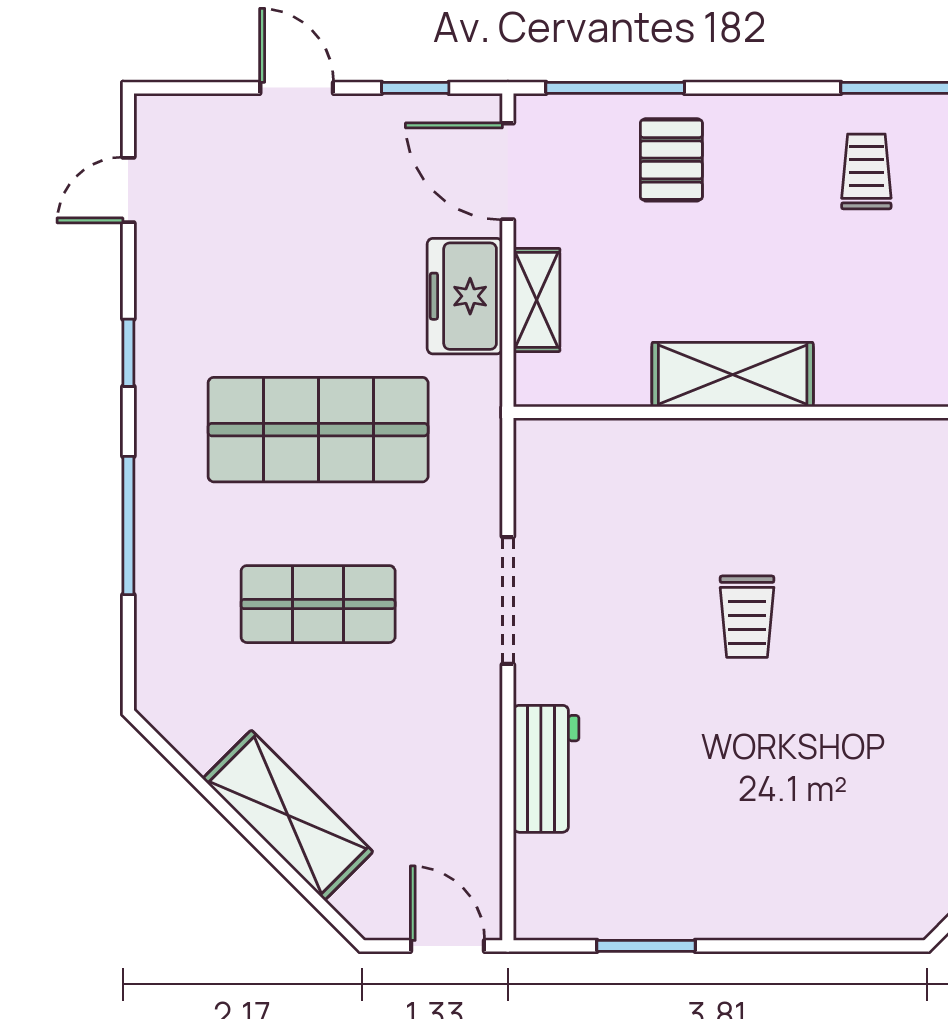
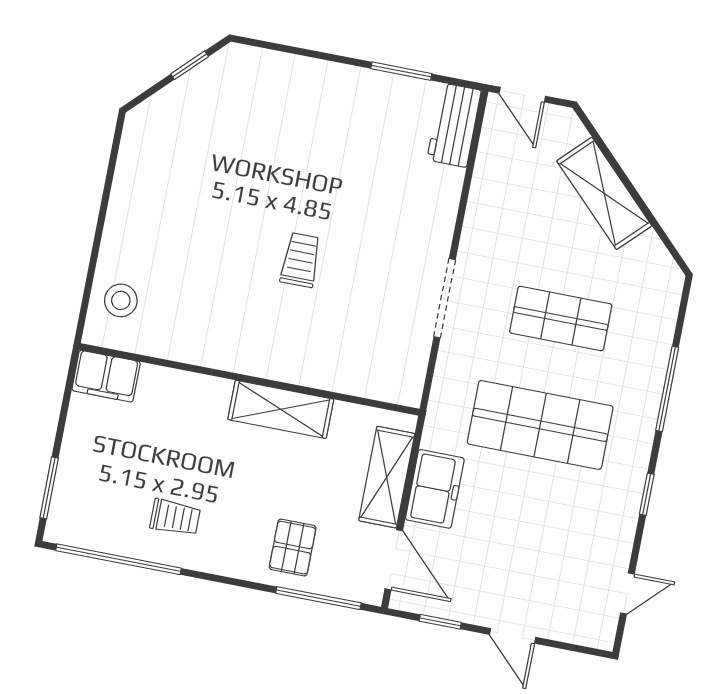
trolley: (866, 171) -> (175, 517), turned -90
shelving: (537, 300) -> (387, 477), width x1.50, depth x1.33
workbench: (546, 769) -> (454, 125), moved

